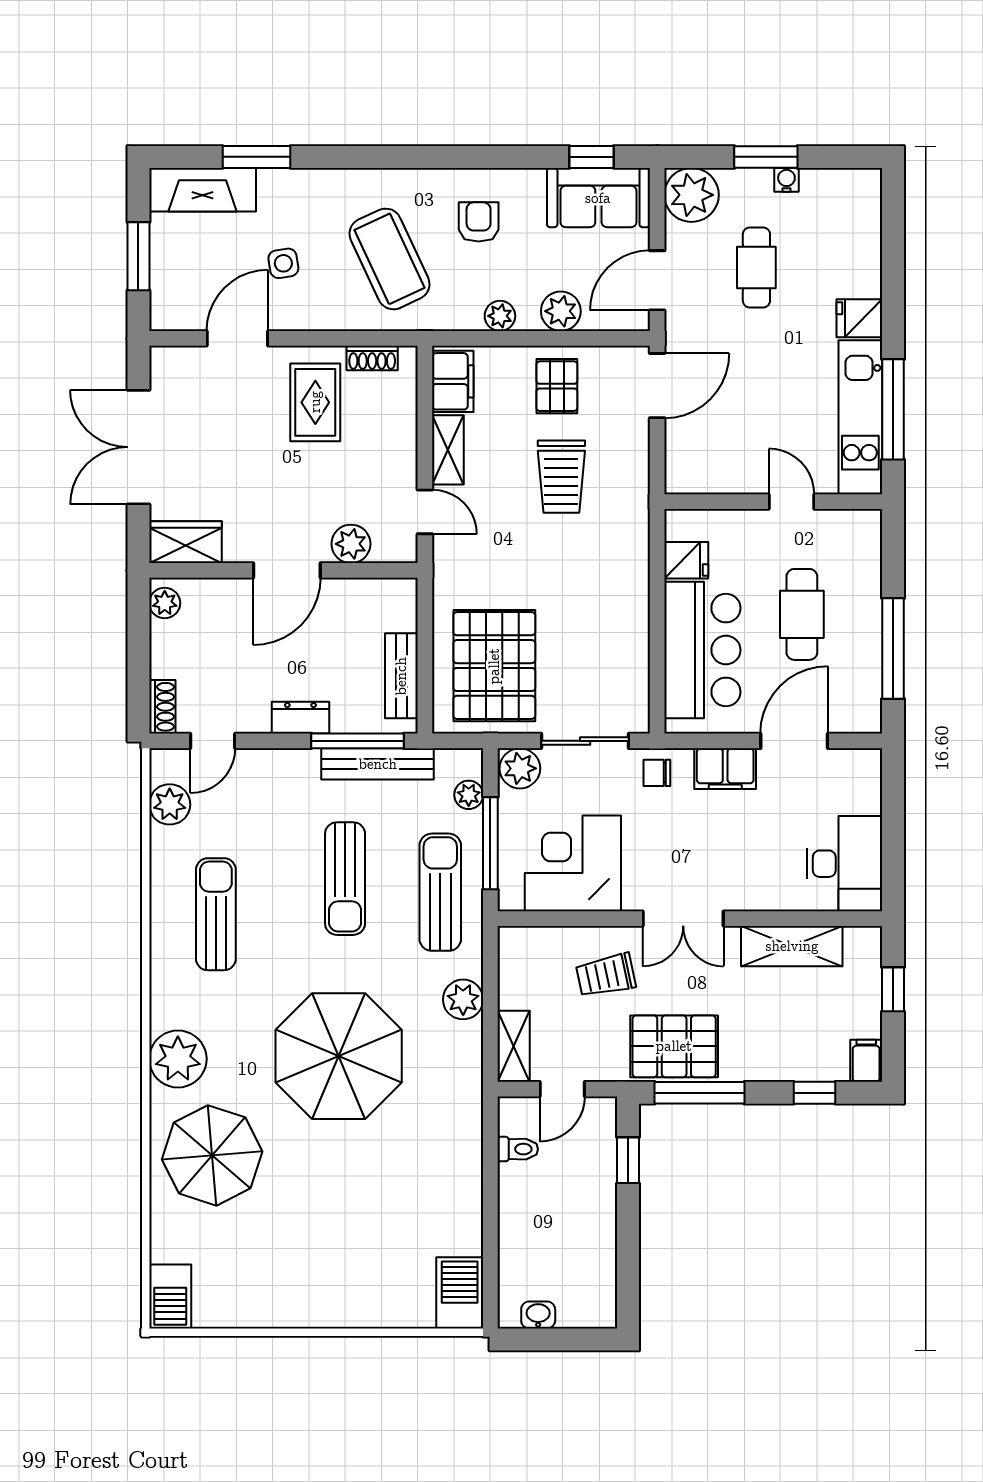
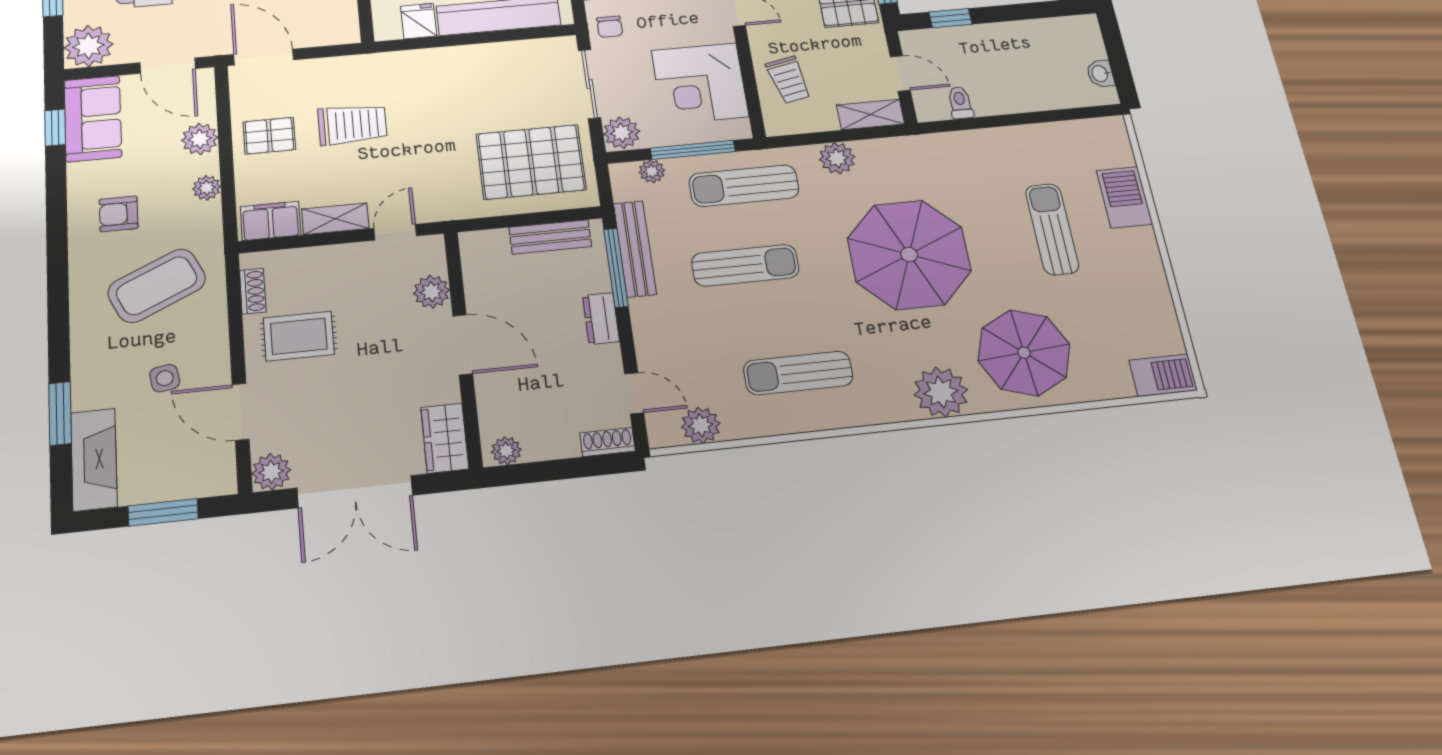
plant: (169, 365) -> (271, 472), added
trolley: (606, 975) -> (789, 80), moved
sun lounger: (352, 1217) -> (1052, 229), added
barbecue: (460, 1293) -> (1124, 197), moved, turned 90

